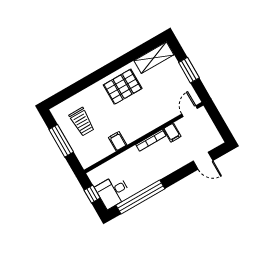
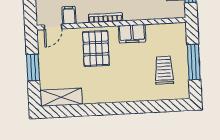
pallet: (123, 87) -> (96, 48), moved, turned 90
filing cabinet: (172, 133) -> (69, 15), moved
filing cabinet: (118, 141) -> (132, 34), width x2.00

